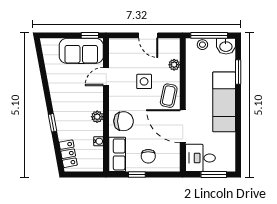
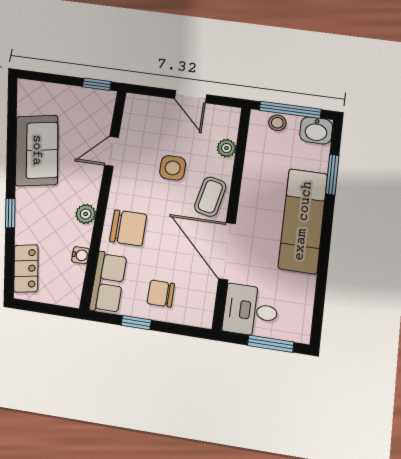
sofa: (81, 51) -> (37, 150), moved, turned -100
chair: (148, 156) -> (161, 294), turned 90

